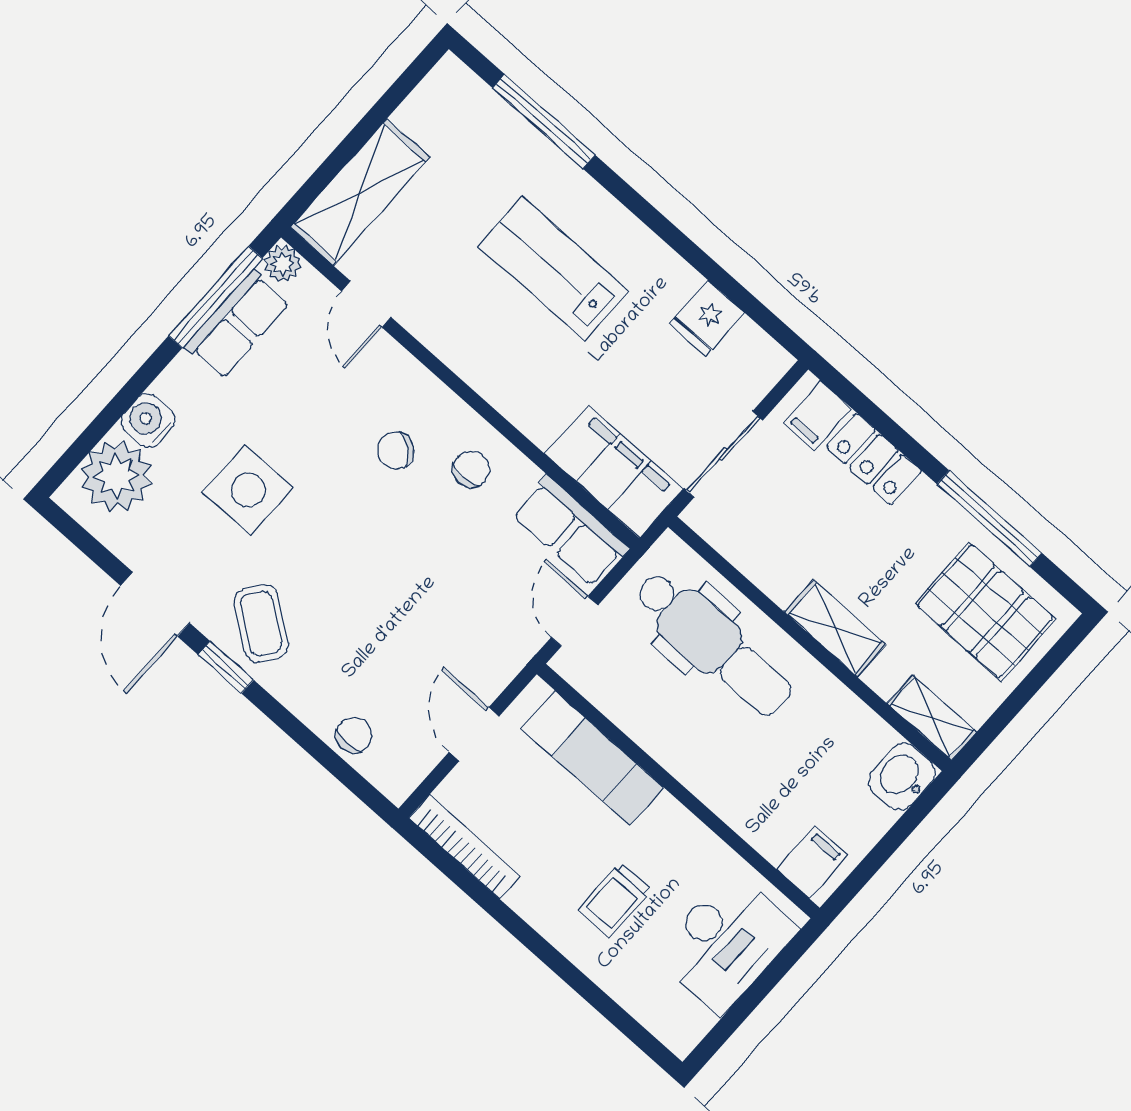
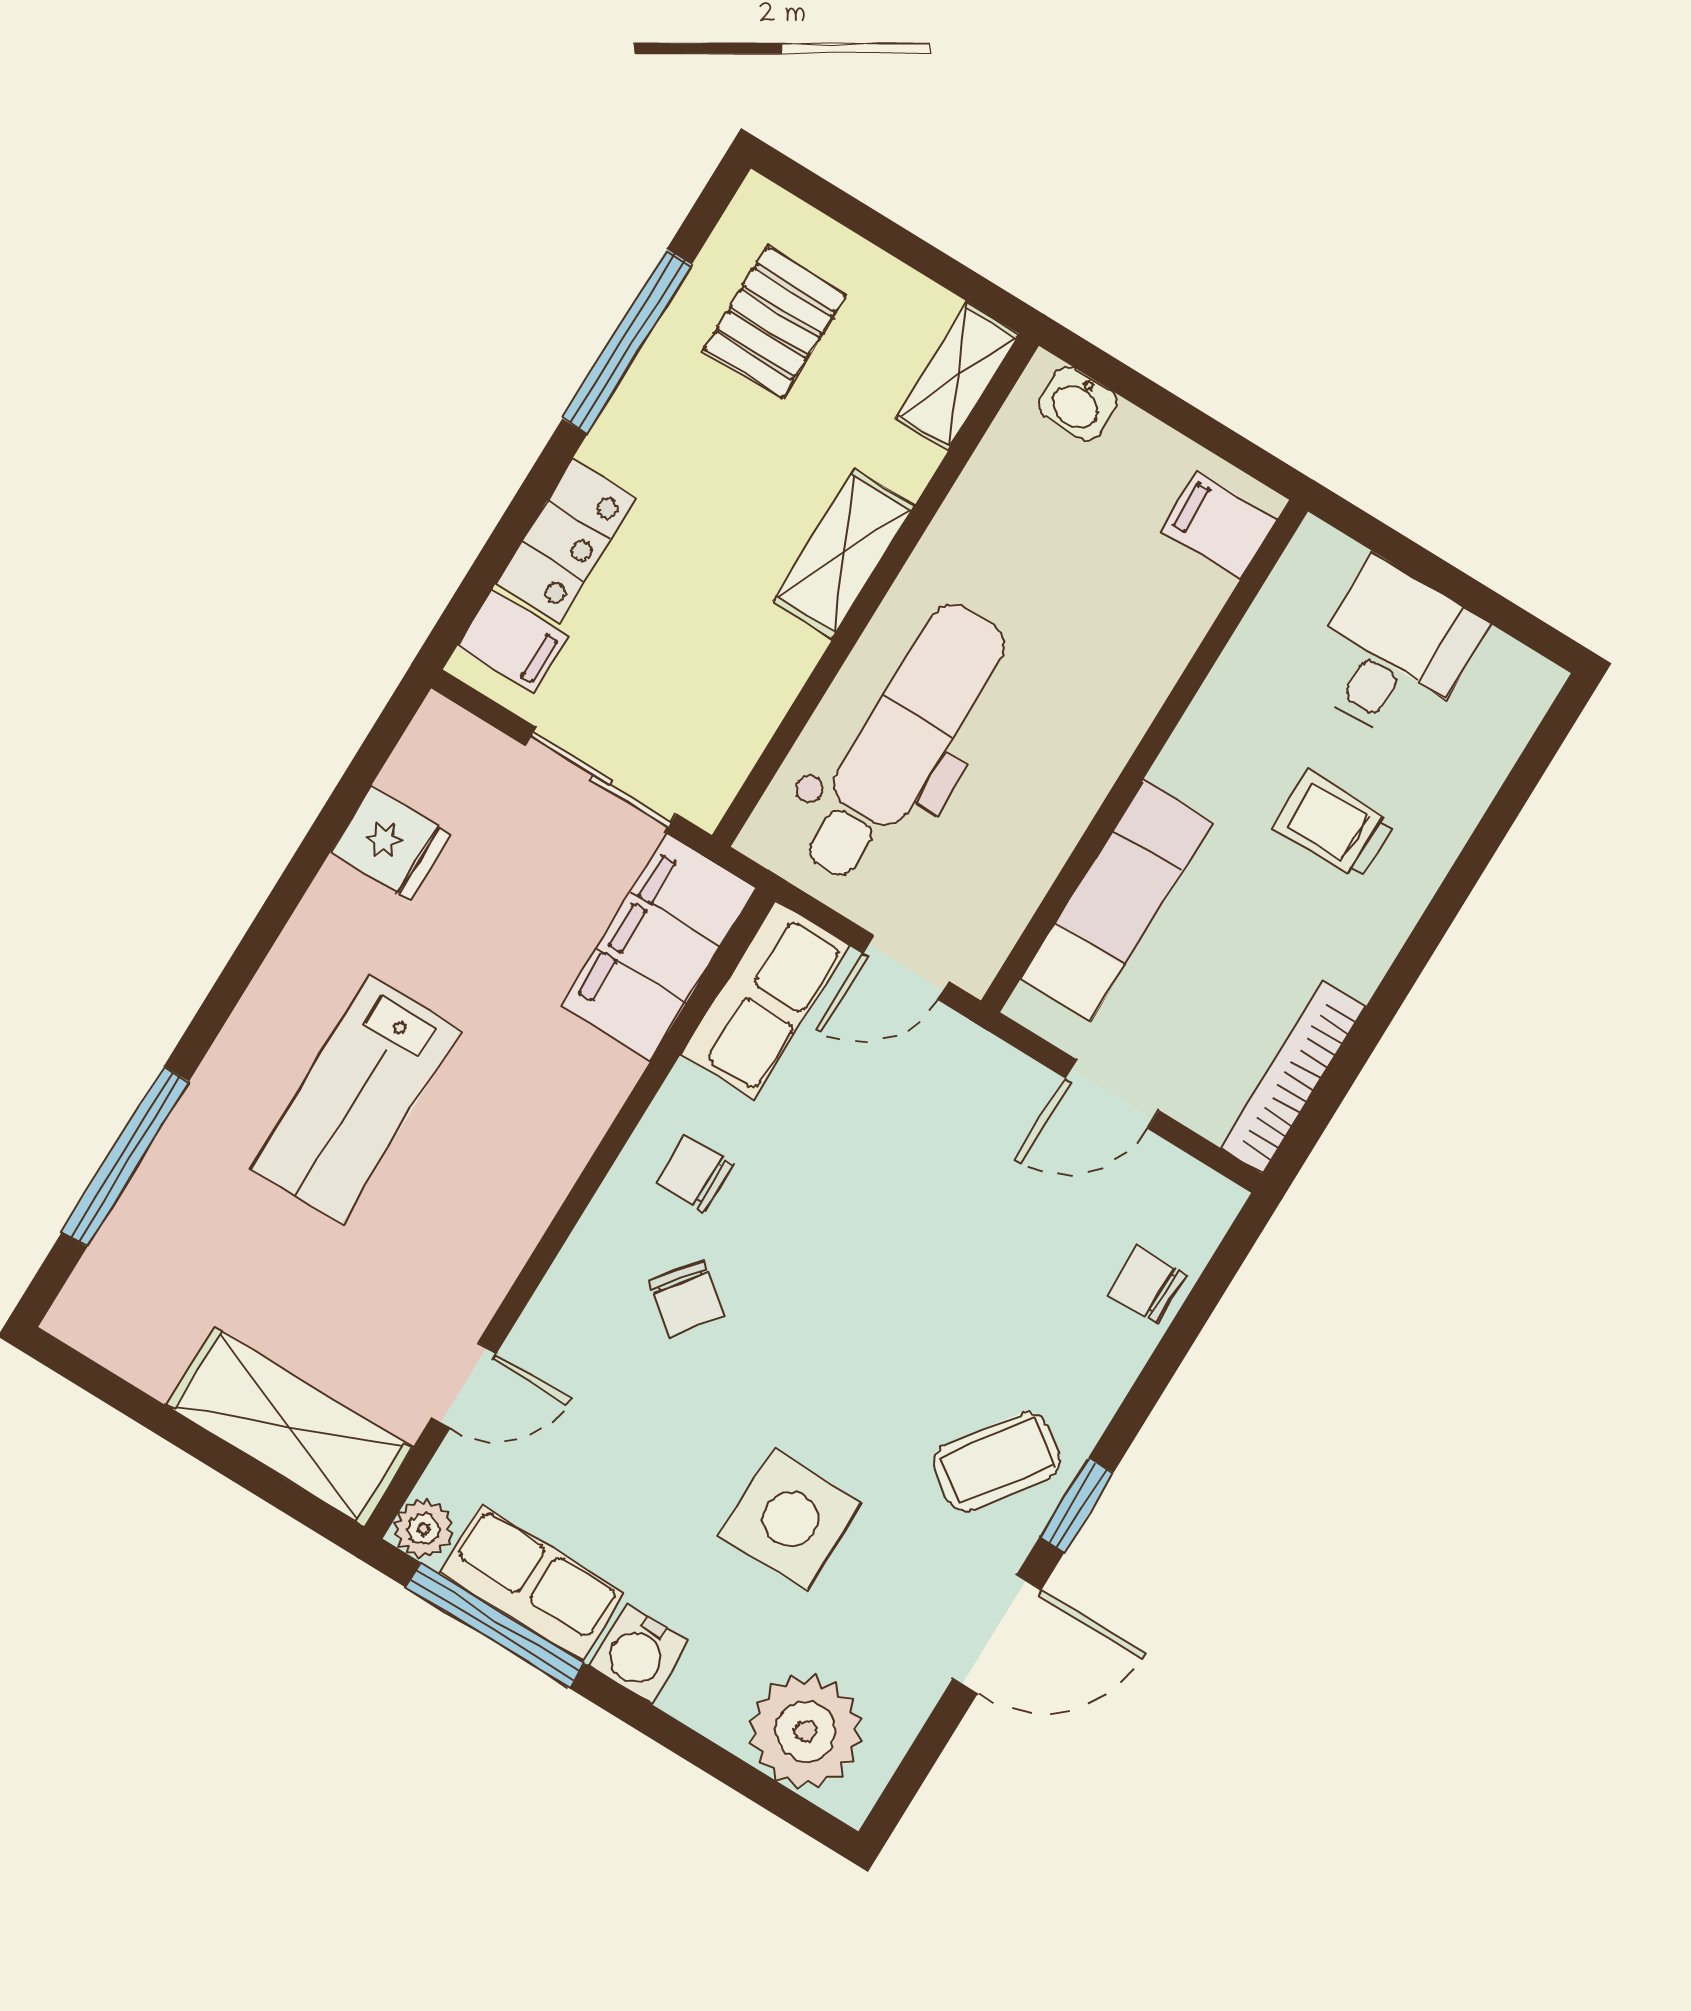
water cooler: (148, 421) -> (638, 1653), moved
pallet: (985, 611) -> (775, 322), width x0.67, depth x0.71
washbasin: (902, 777) -> (1077, 403), width x0.72, depth x0.69
trolley: (615, 900) -> (1334, 825), turned 180
desk: (726, 942) -> (1392, 652), width x0.73

